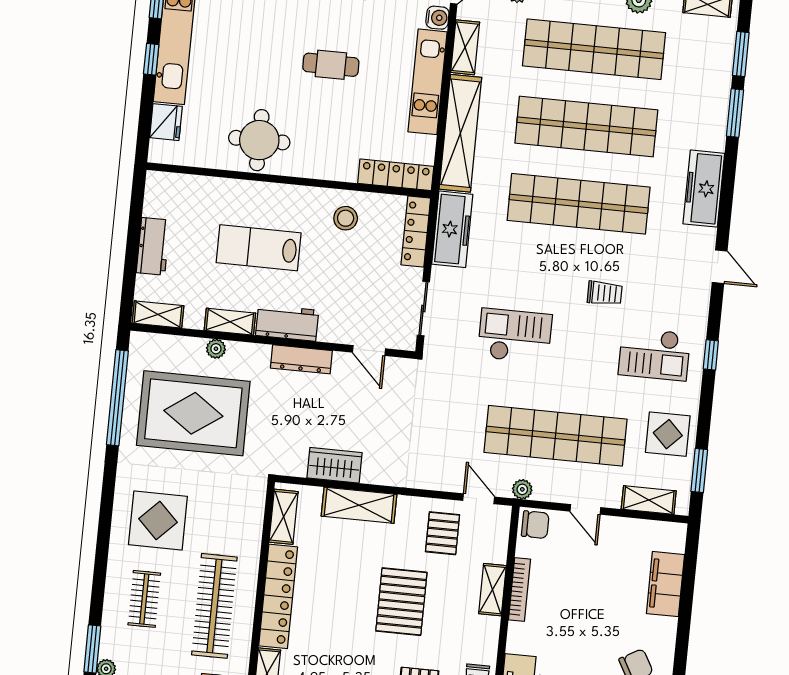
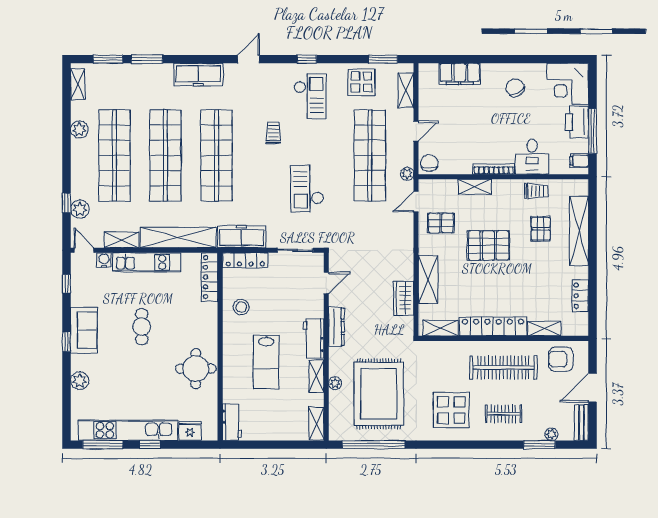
workbench: (153, 246) -> (232, 422), moved, turned 90
bookcase: (519, 589) -> (494, 169), moved

